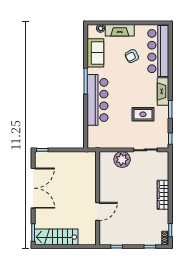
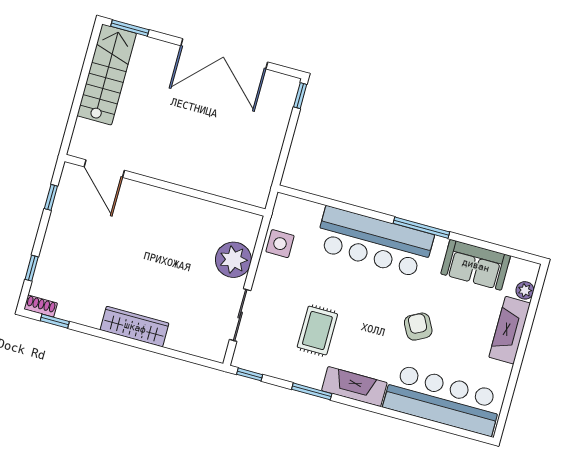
armchair: (132, 56) -> (418, 327), moved
side table: (109, 141) -> (280, 244), added
door: (98, 212) -> (104, 169), moved

